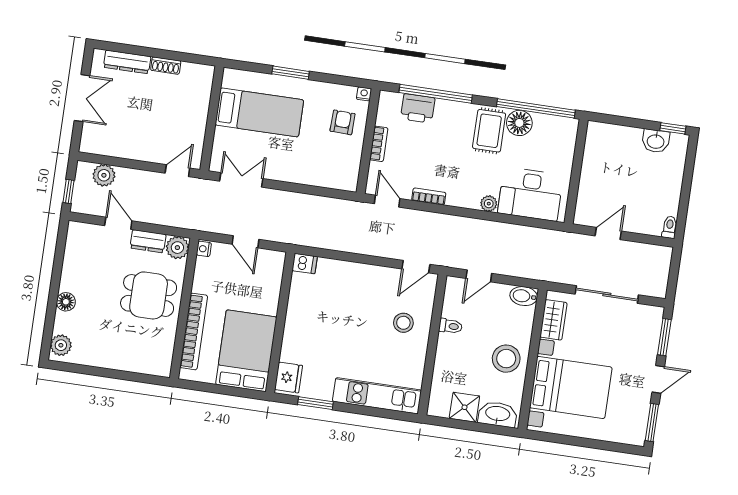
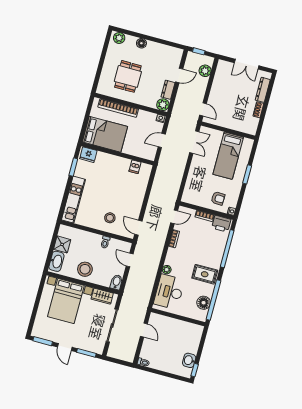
printer: (418, 108) -> (221, 224), moved, turned -90
floor lamp: (519, 123) -> (204, 303), moved
dishwasher: (305, 264) -> (135, 167), moved
dining table: (149, 295) -> (128, 76), moved

